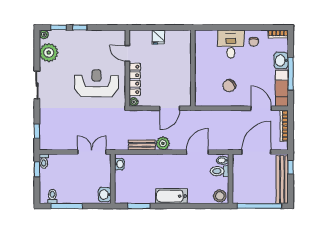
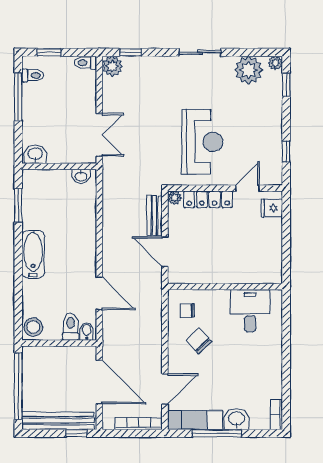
window: (80, 28) -> (286, 152), moved
fridge: (158, 37) -> (272, 208), moved
chair: (254, 42) -> (188, 311), moved
desk: (231, 44) -> (250, 311), moved, turned -90
plant: (163, 143) -> (112, 66), moved
bench: (142, 145) -> (154, 216), moved
window: (37, 169) -> (49, 52), moved

